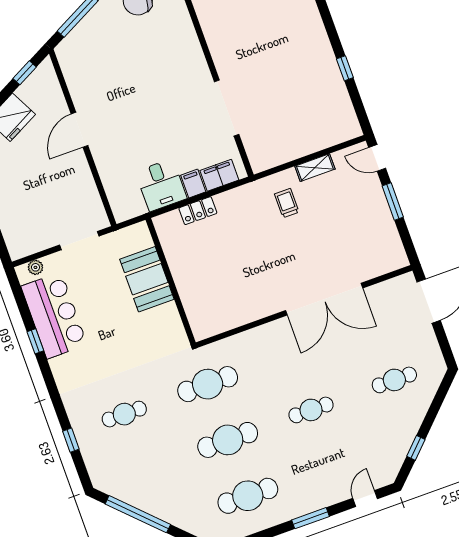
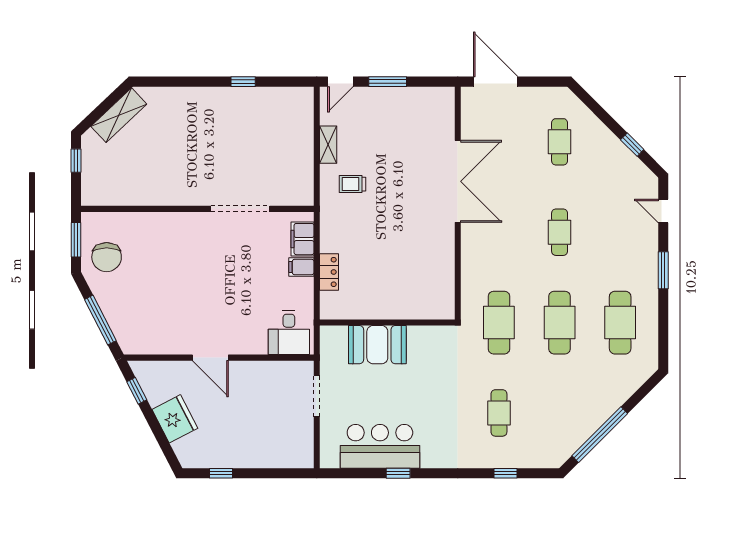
desk: (161, 185) -> (289, 333), moved, turned 90
plant: (35, 267) -> (327, 448), removed

